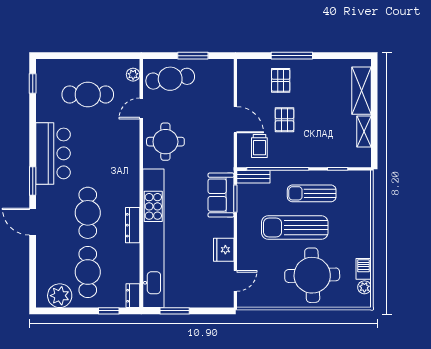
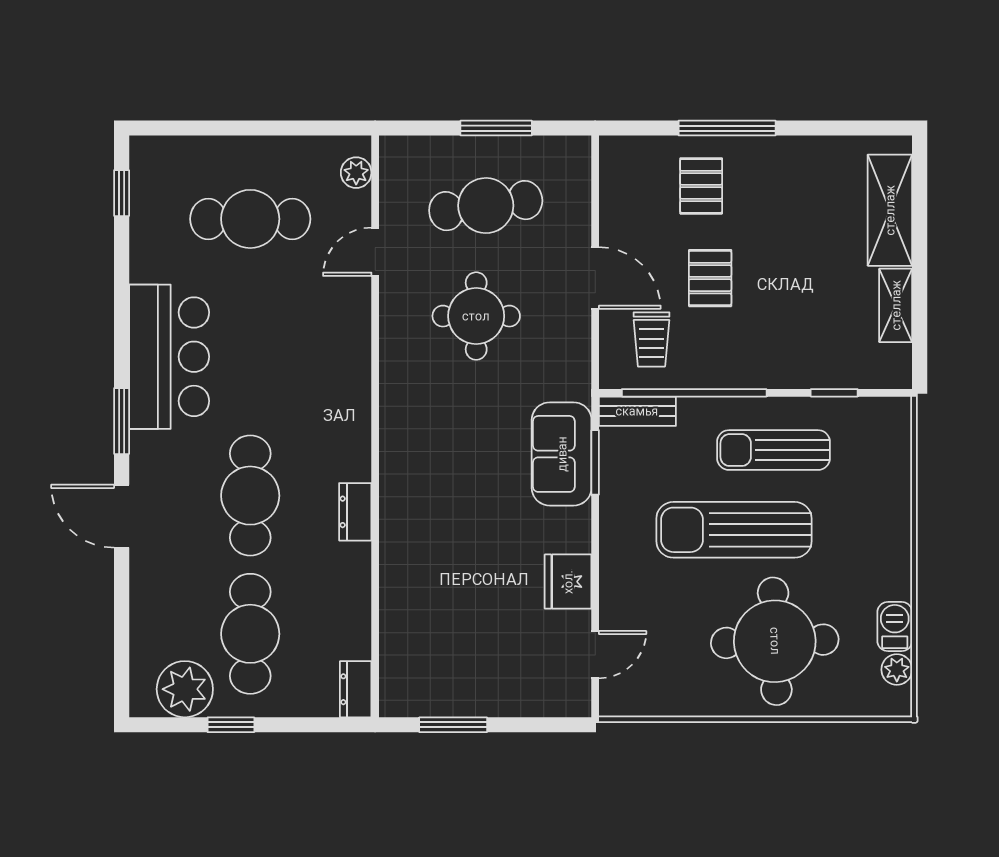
cafe table: (170, 79) -> (486, 206), moved
round table: (165, 142) -> (476, 316), moved
dresser: (133, 225) -> (355, 512), width x0.70
kitchen unit: (153, 238) -> (403, 555), removed
window: (109, 311) -> (231, 725), moved

